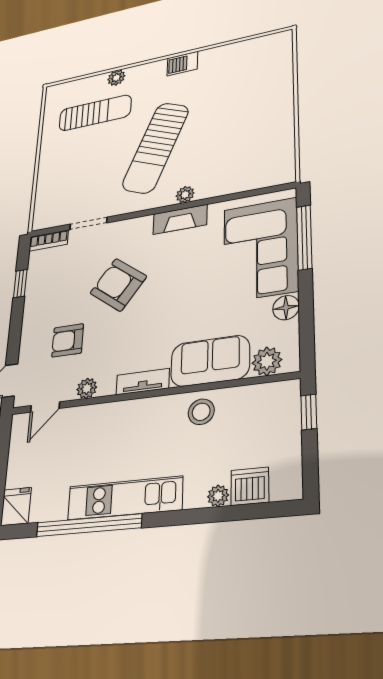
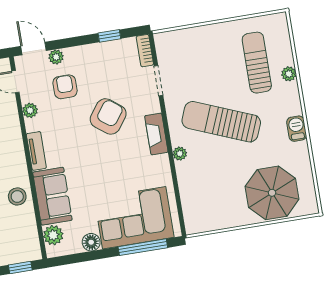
parasol: (257, 84) -> (272, 193), added
sun lounger: (95, 113) -> (257, 63), turned 180
fireplace: (180, 219) -> (156, 134), moved
plant: (28, 351) -> (56, 57), added

